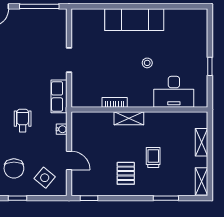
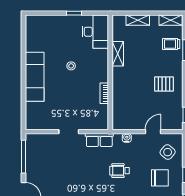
desk: (174, 92) -> (95, 32), moved
shelving: (129, 118) -> (118, 54), moved
trolley: (153, 157) -> (171, 44), moved

